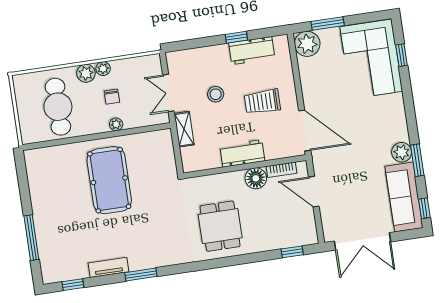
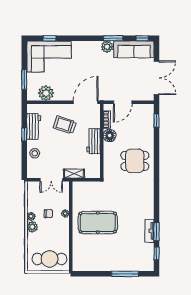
plant: (307, 44) -> (46, 93), moved
stool: (216, 94) -> (35, 153), moved
trolley: (262, 102) -> (65, 125), turned 108
cafe table: (58, 107) -> (49, 259), moved
window: (141, 275) -> (156, 231), moved

